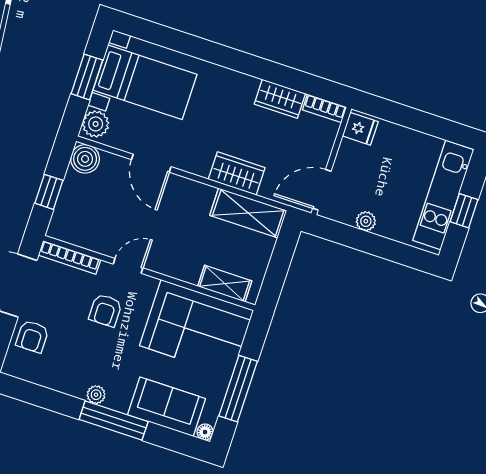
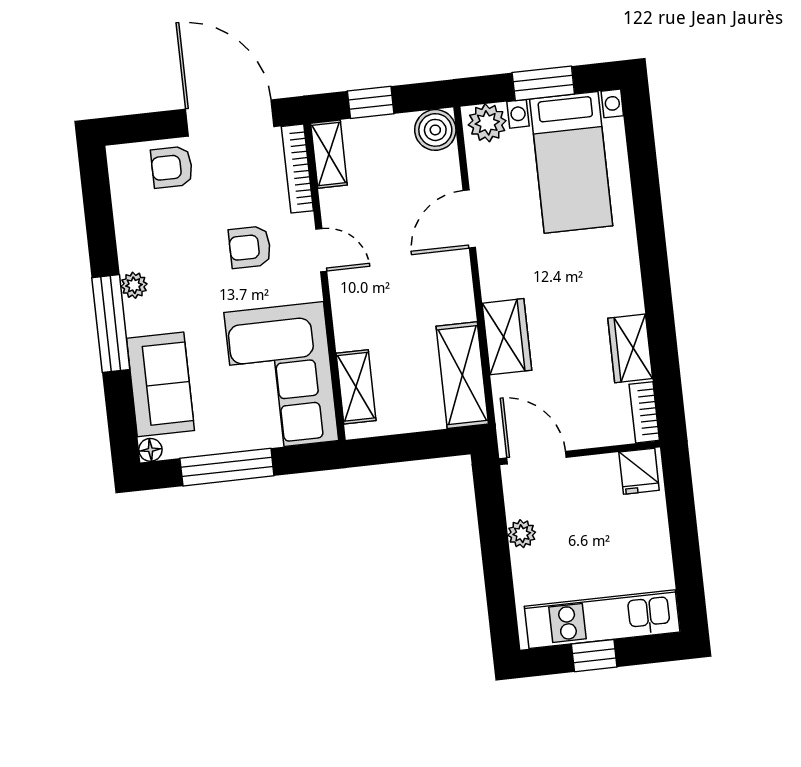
shelving: (69, 233) -> (329, 154), added

